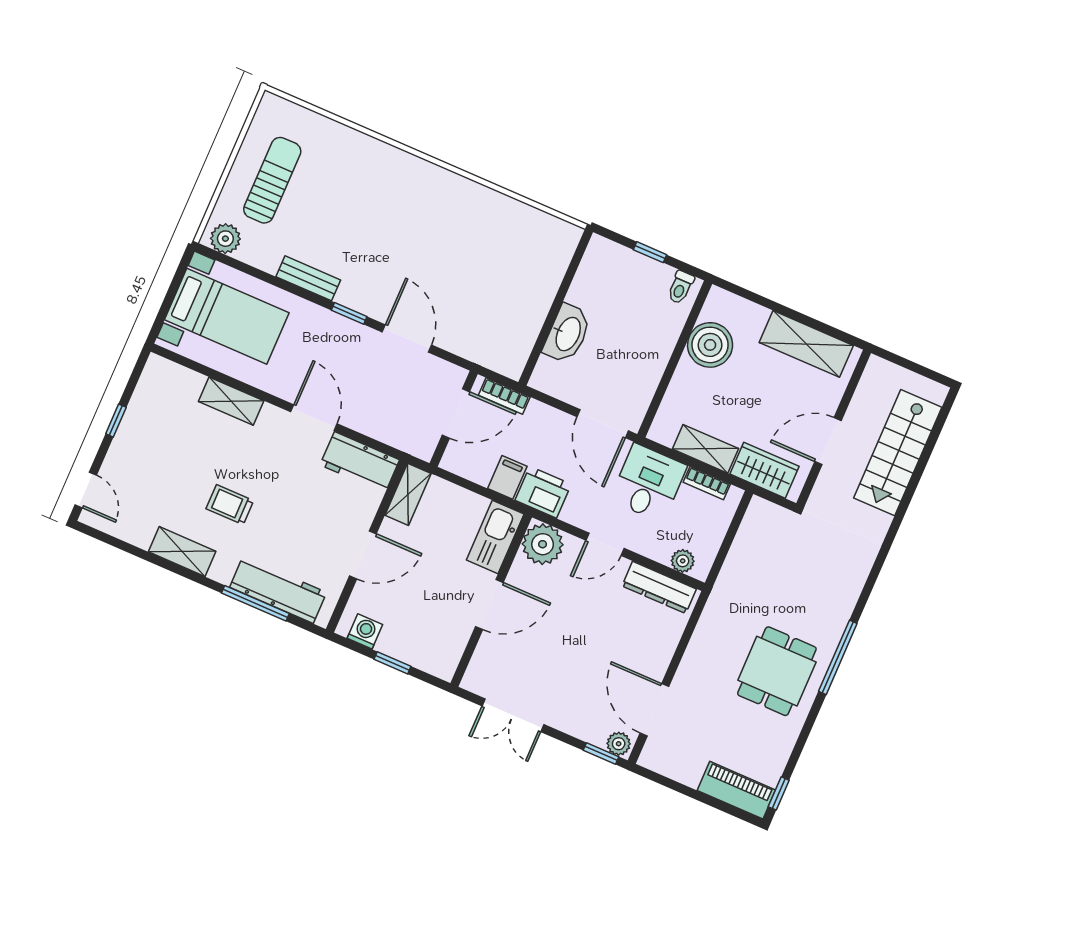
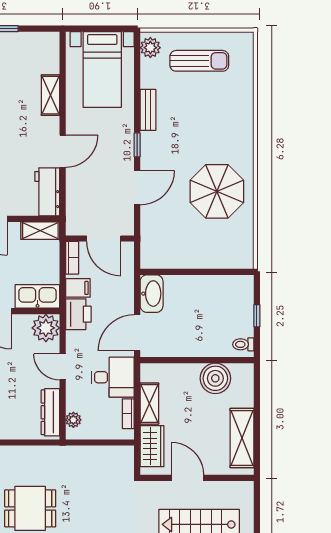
parasol: (459, 233) -> (217, 191), added
washbasin: (567, 334) -> (152, 294), moved, turned -90
bookcase: (504, 396) -> (72, 258), moved, turned 180

